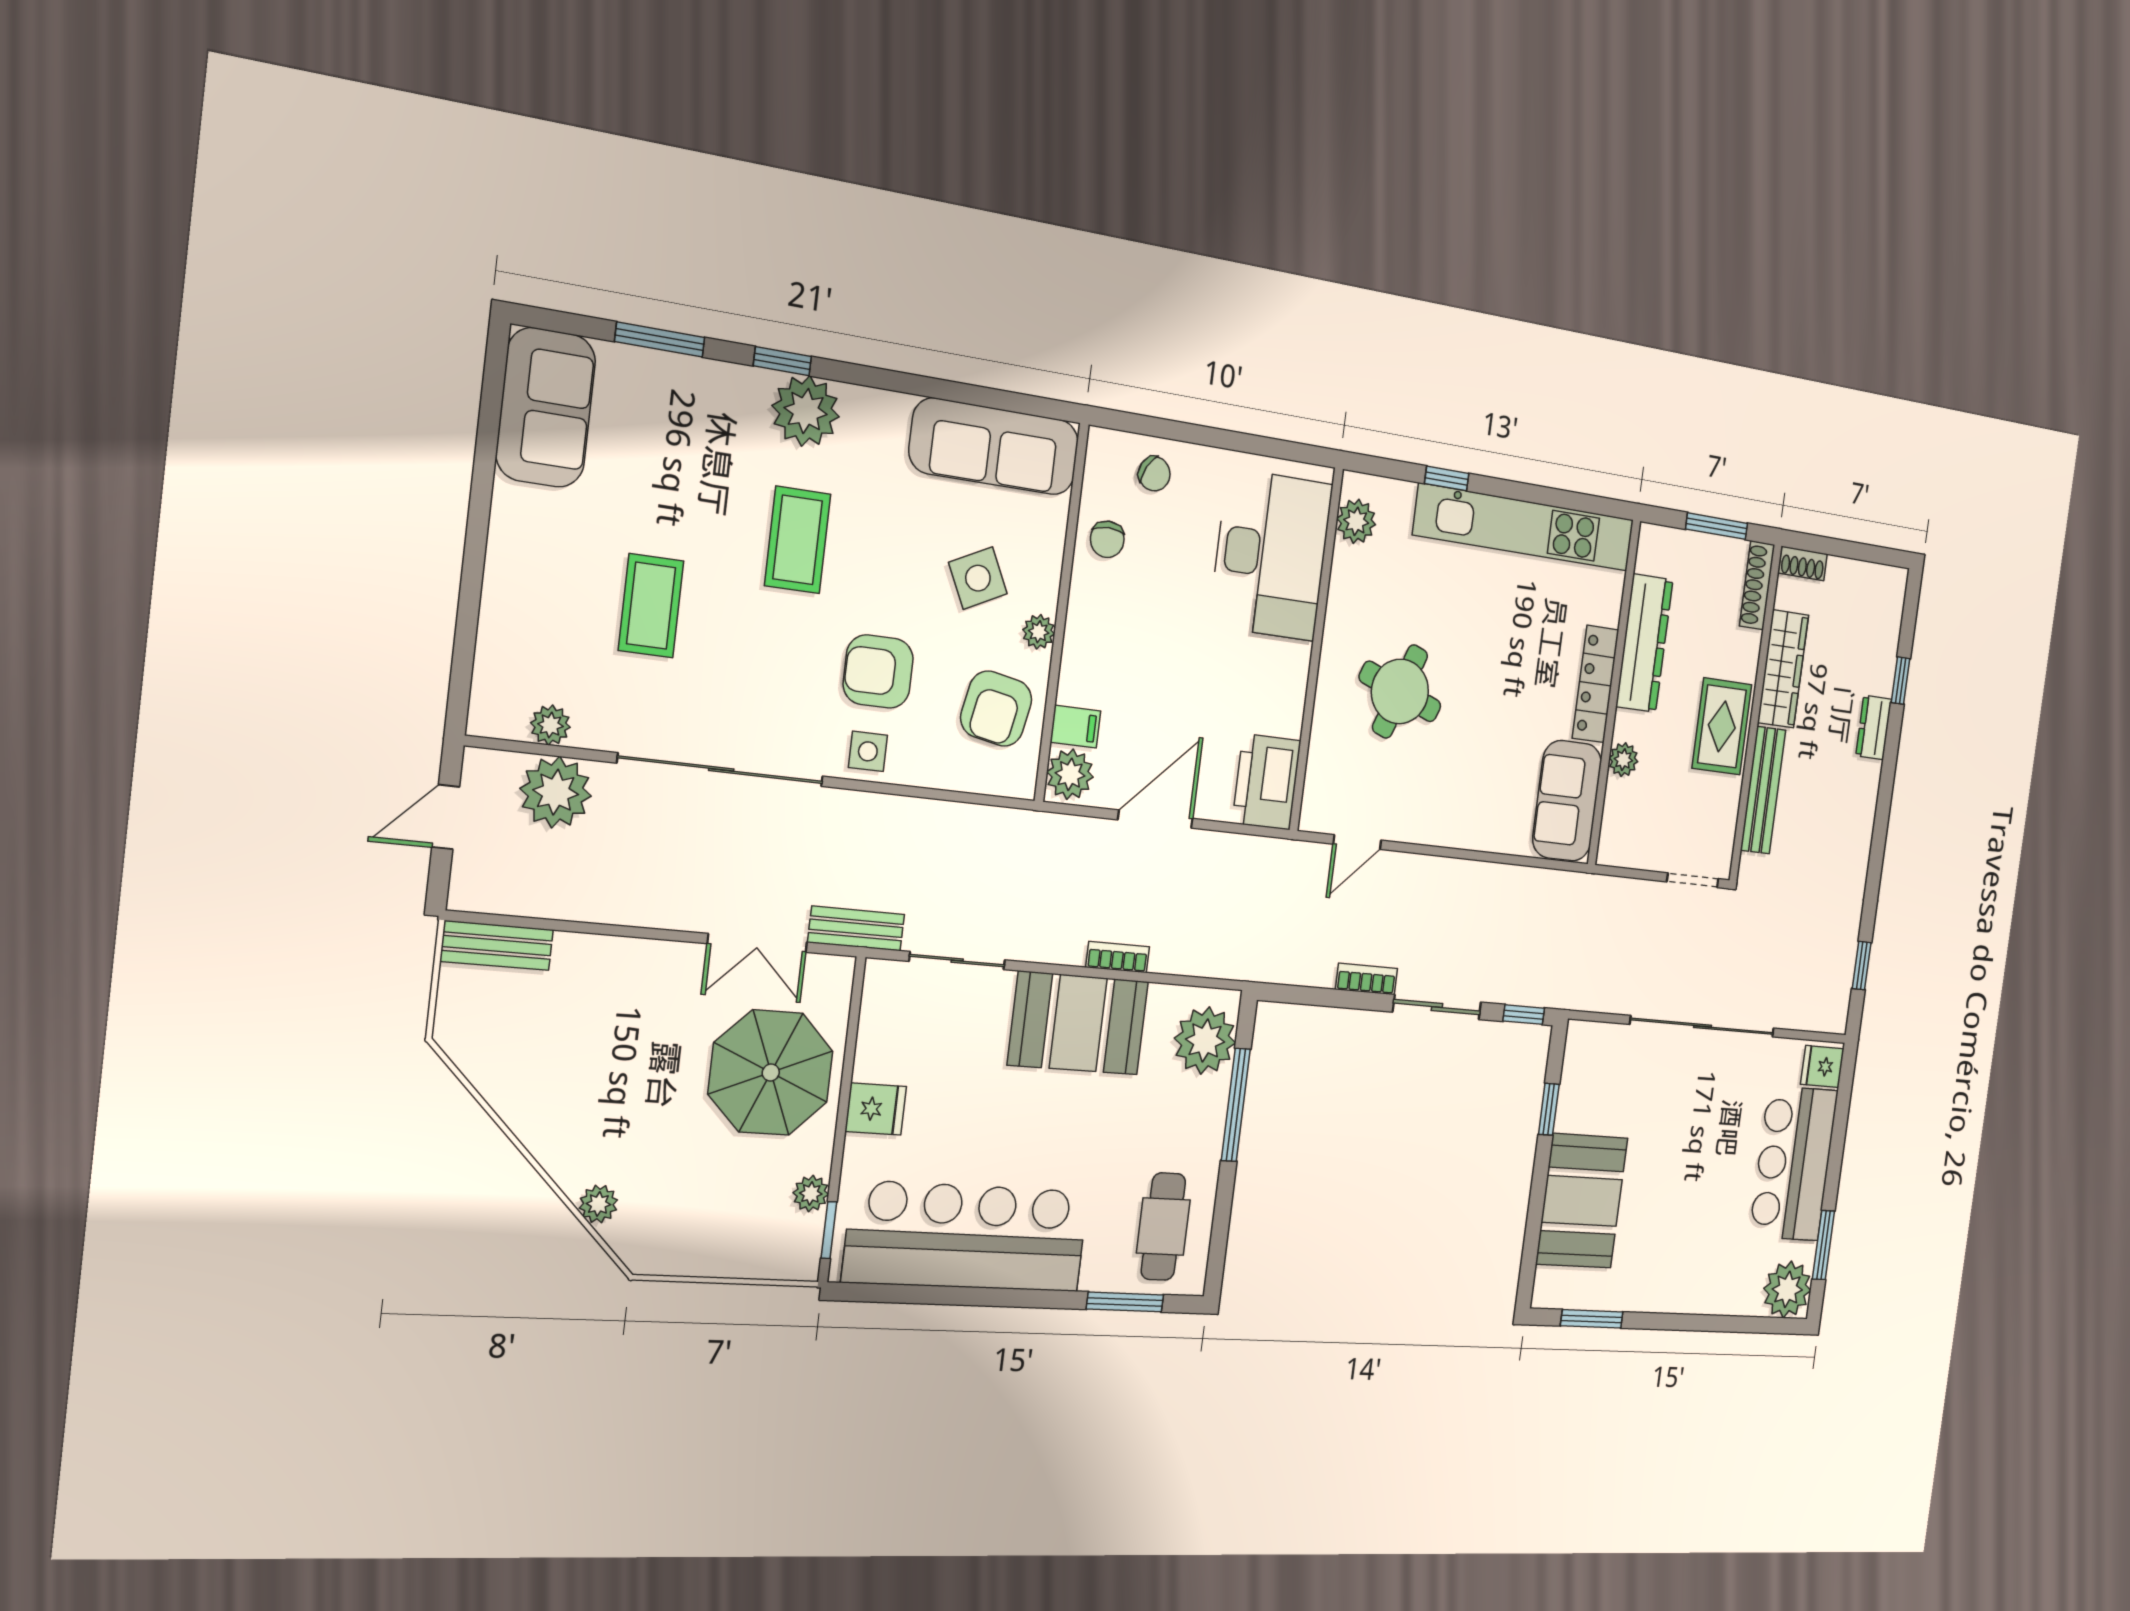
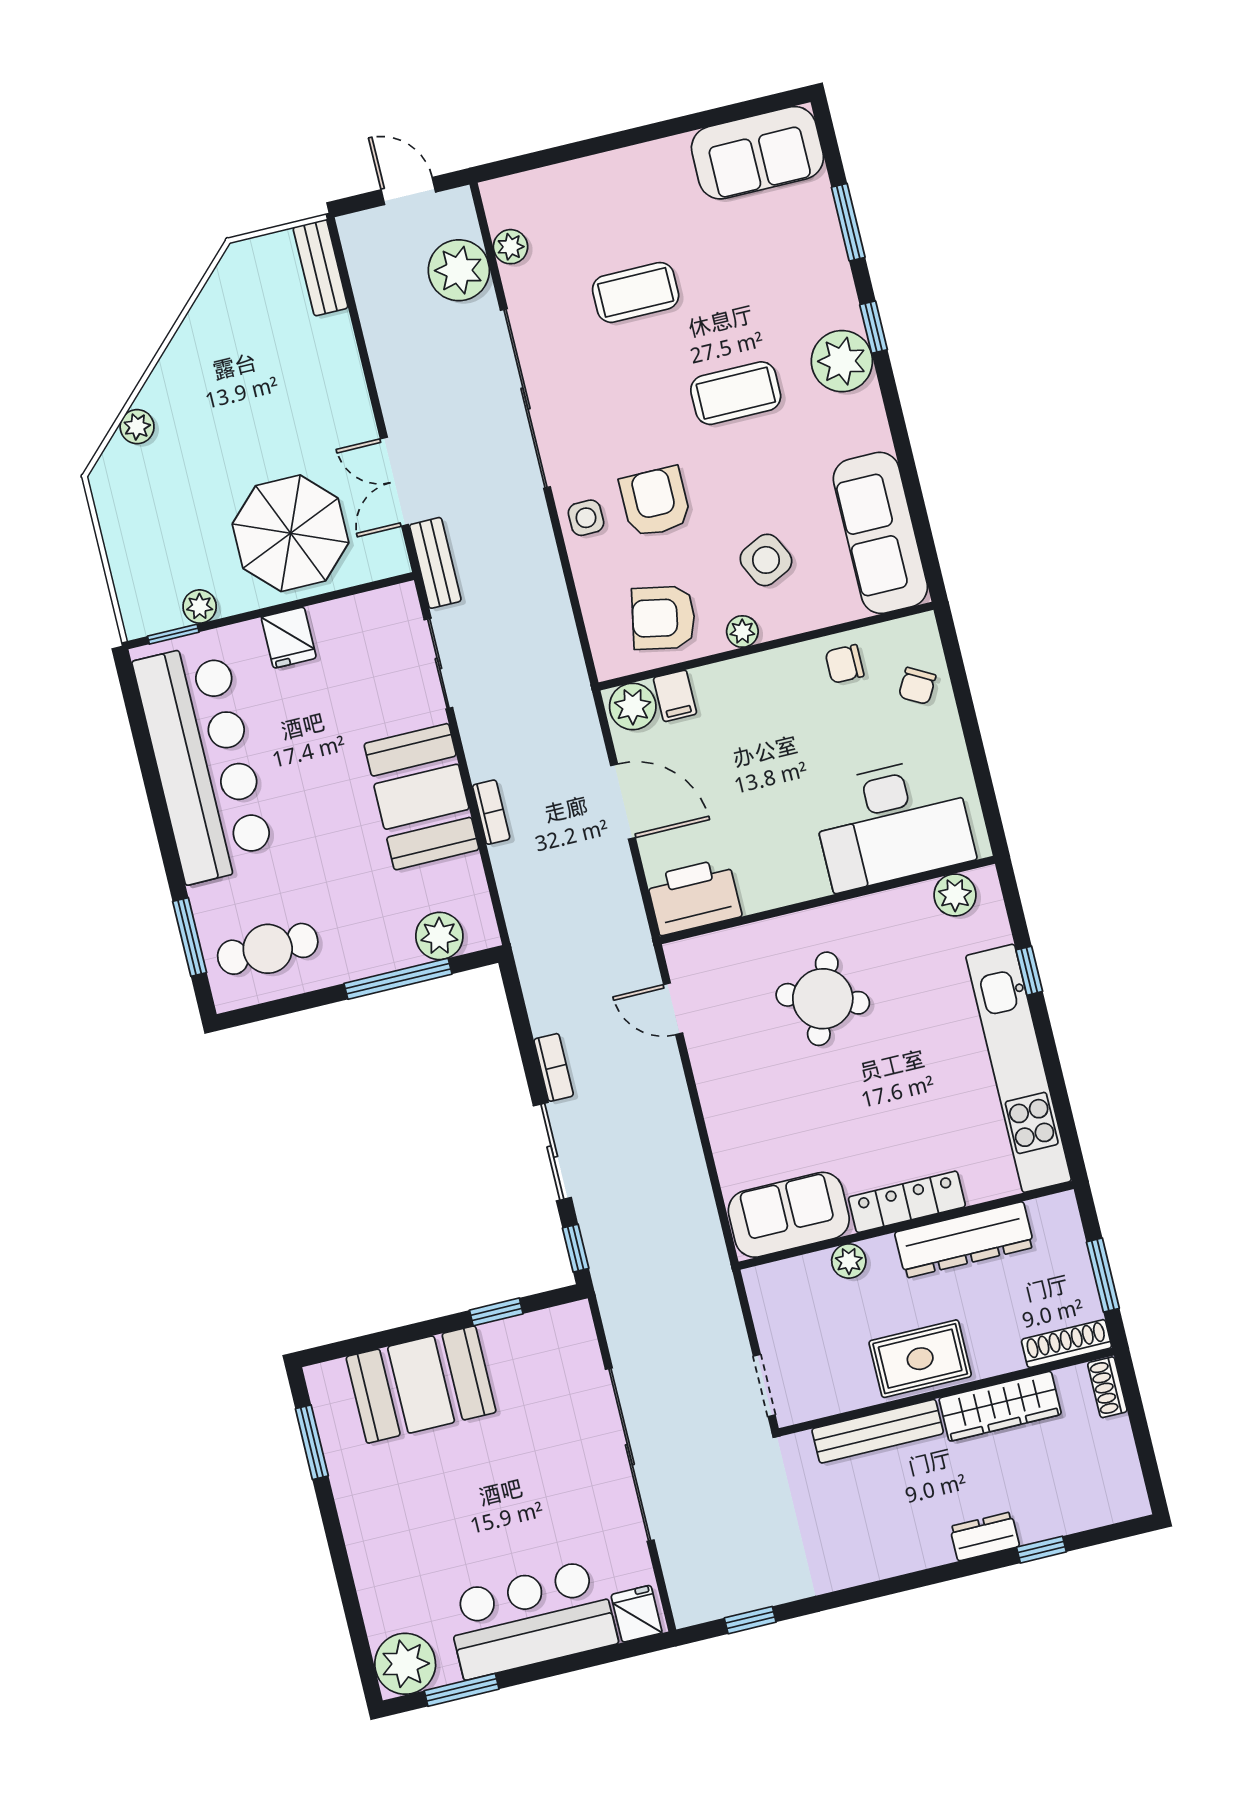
plant: (1205, 1040) -> (439, 936), width x0.73, depth x0.73

